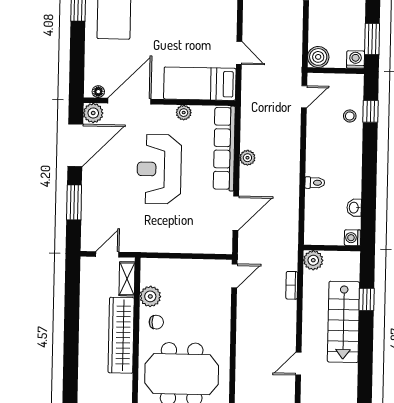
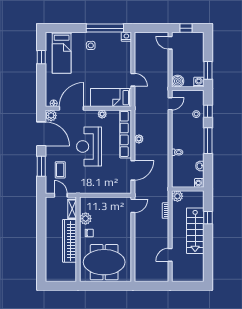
door: (75, 145) -> (41, 134), hinge flipped
window: (369, 163) -> (208, 141), added
coffee table: (107, 209) -> (60, 170), added
door: (107, 254) -> (61, 195), hinge flipped

